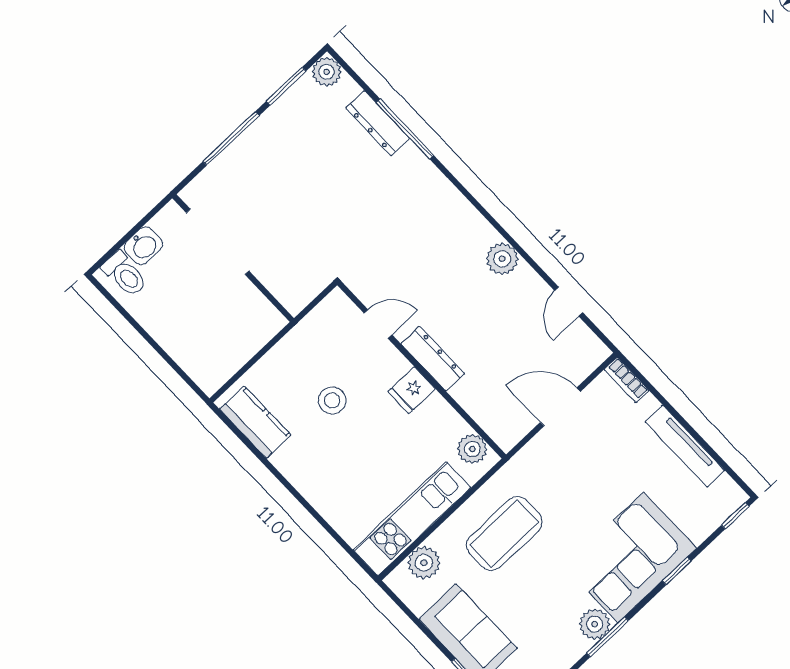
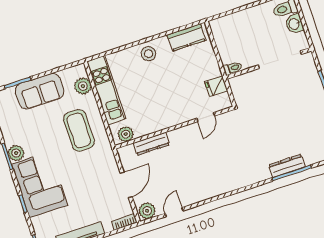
dresser: (378, 123) -> (287, 166), moved
plant: (502, 259) -> (147, 211), moved
door: (569, 302) -> (174, 212), hinge flipped
toilet: (271, 317) -> (233, 68), added
dresser: (433, 359) -> (151, 144), moved
fridge: (412, 390) -> (216, 86), moved, turned -90
stool: (332, 400) -> (148, 54), moved

